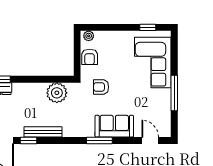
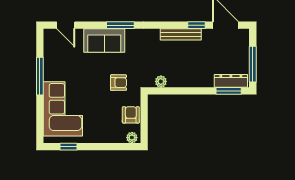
plant: (57, 93) -> (161, 81), width x0.53, depth x0.53

